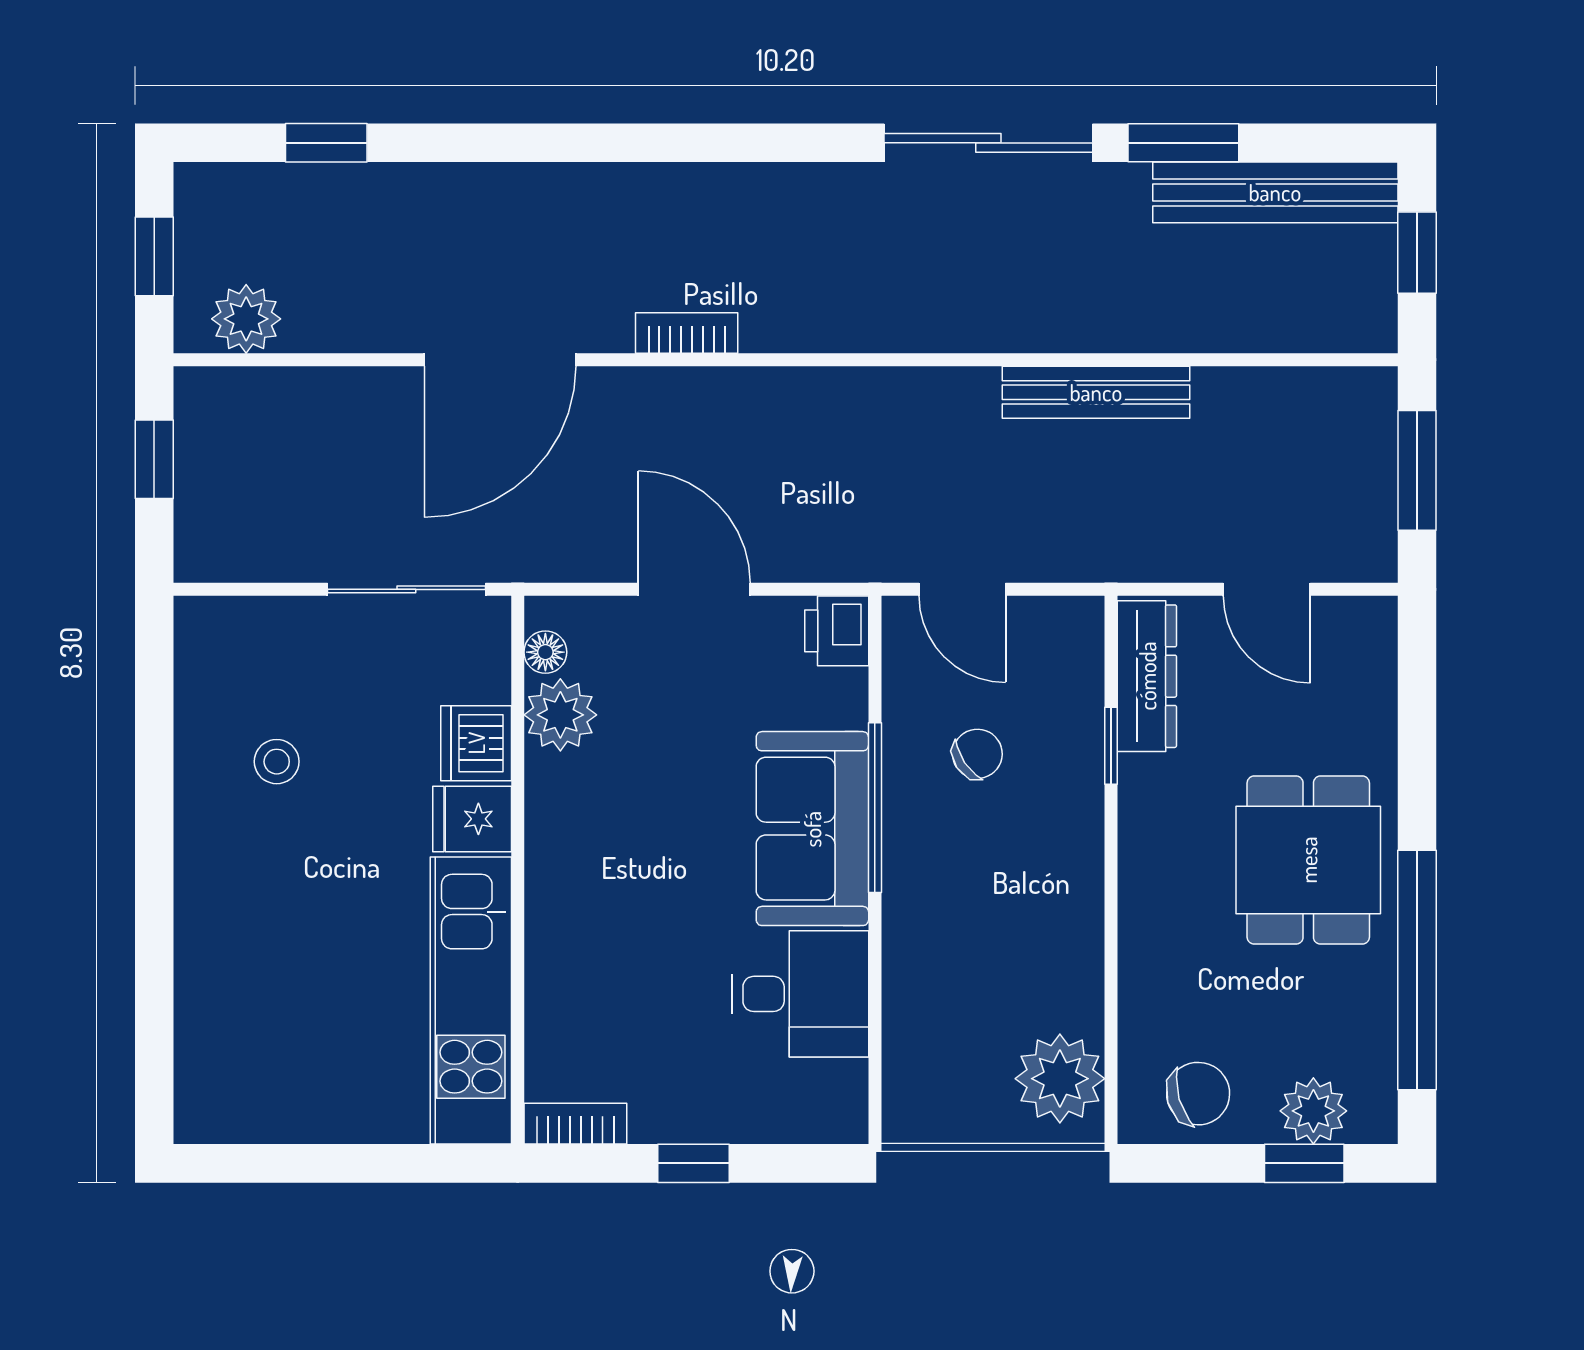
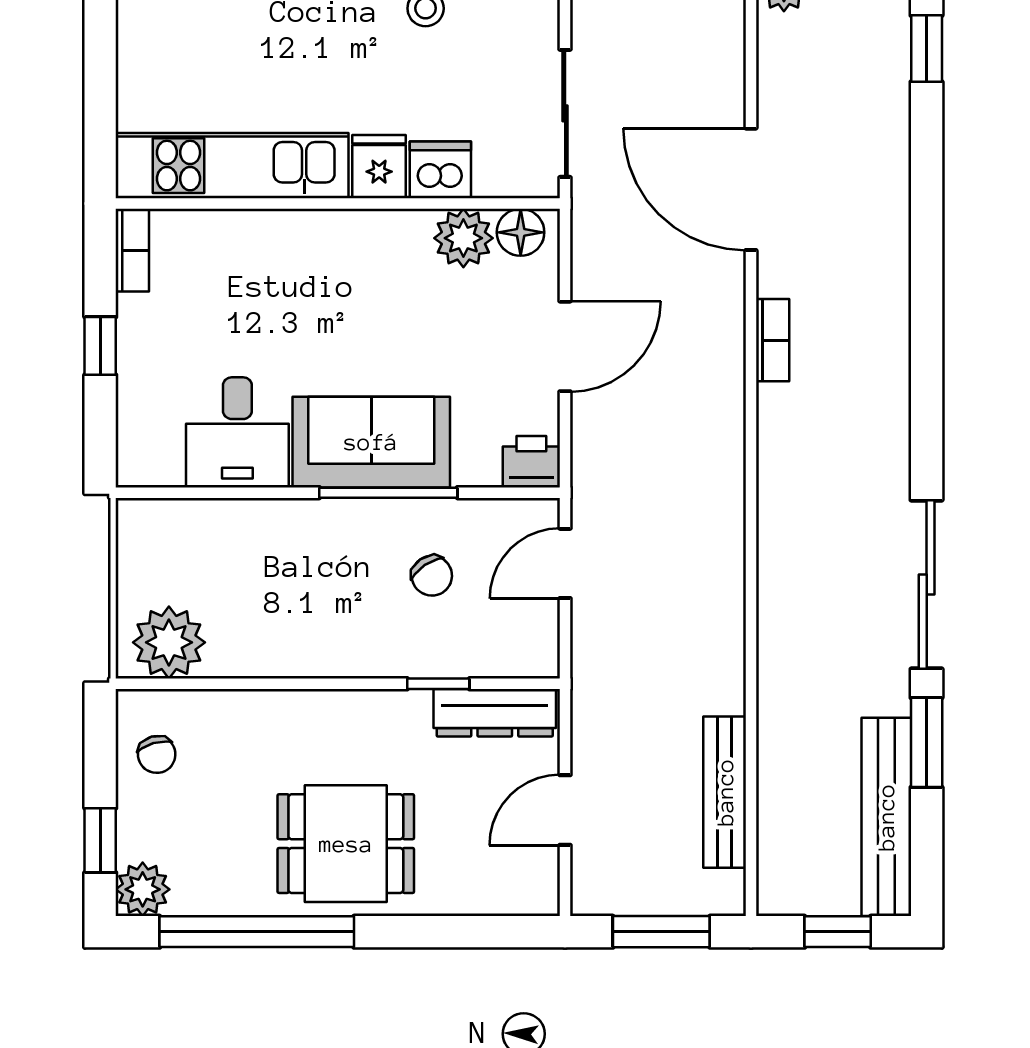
bench: (1096, 392) -> (725, 792), moved
floor lamp: (545, 652) -> (521, 232), width x1.37, depth x1.37
chair: (1198, 1094) -> (157, 754), width x0.73, depth x0.73
plant: (1313, 1111) -> (143, 889), moved

